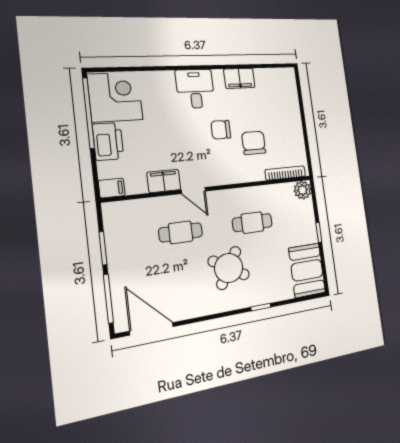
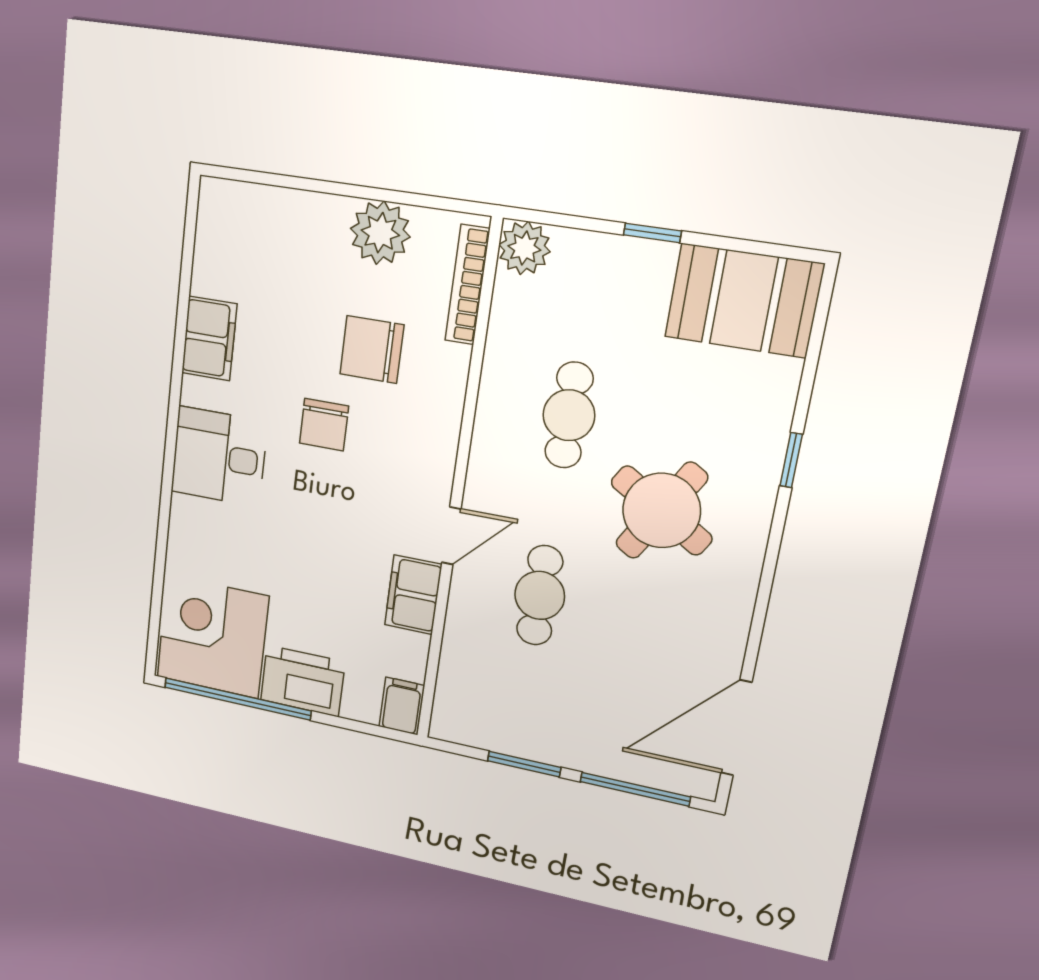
plant: (293, 137) -> (380, 233), added

